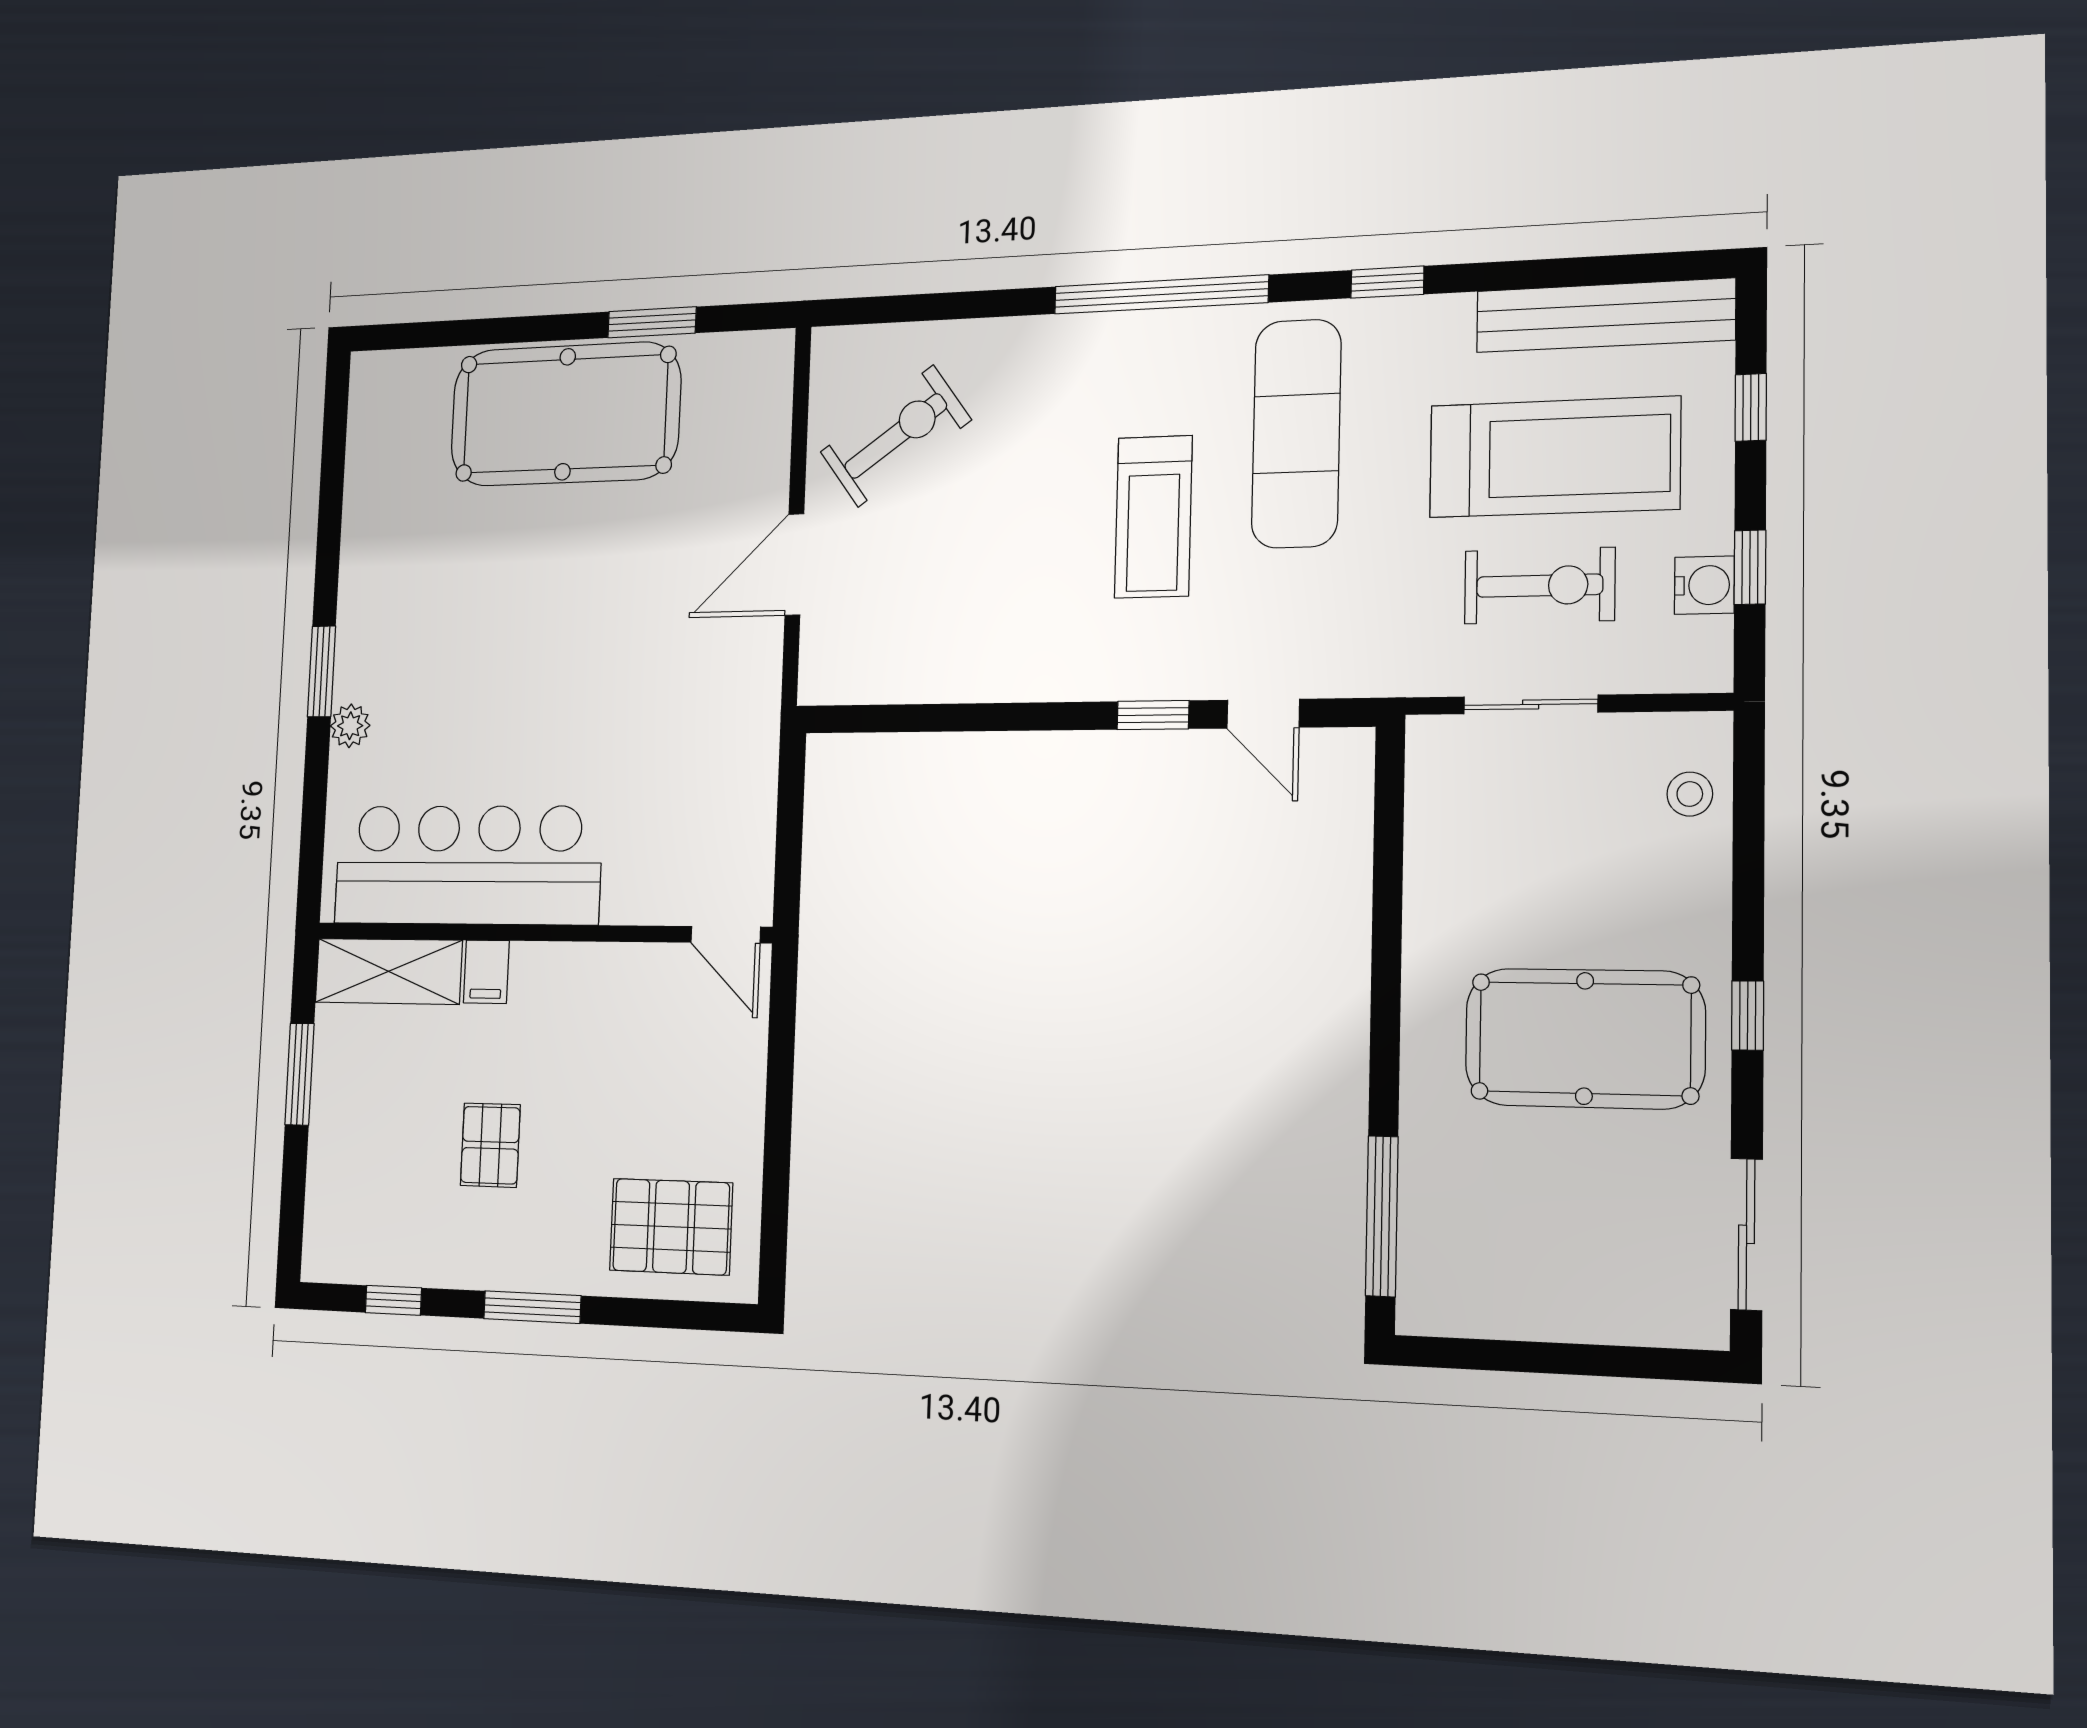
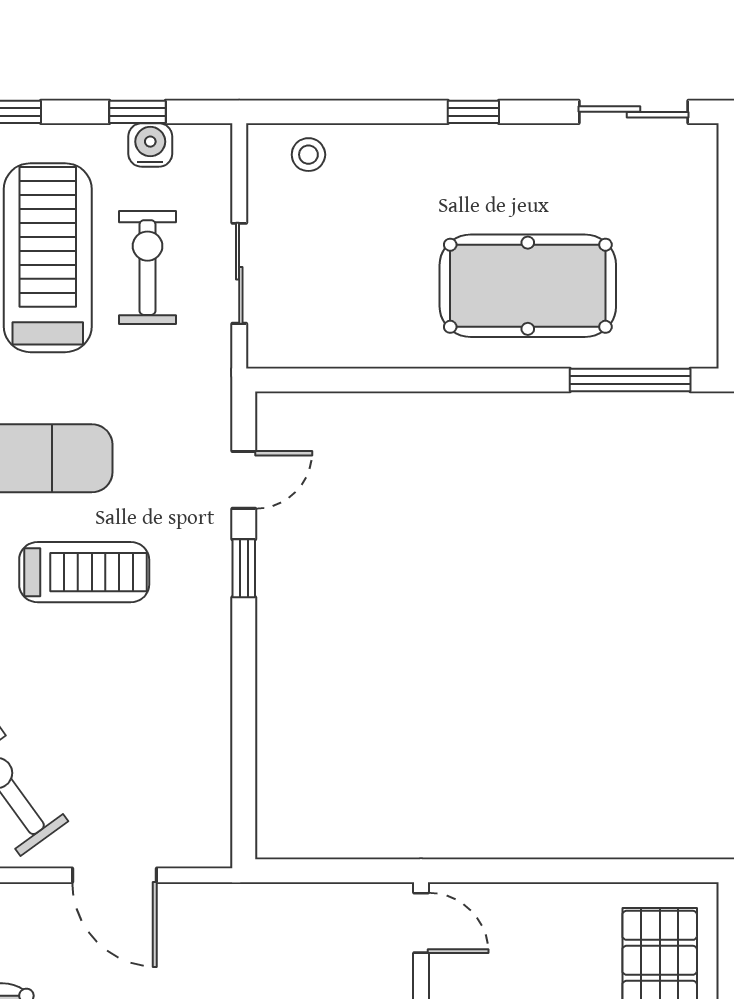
door: (726, 935) -> (421, 923), hinge flipped
pool table: (1584, 1038) -> (528, 286), moved, turned 90

